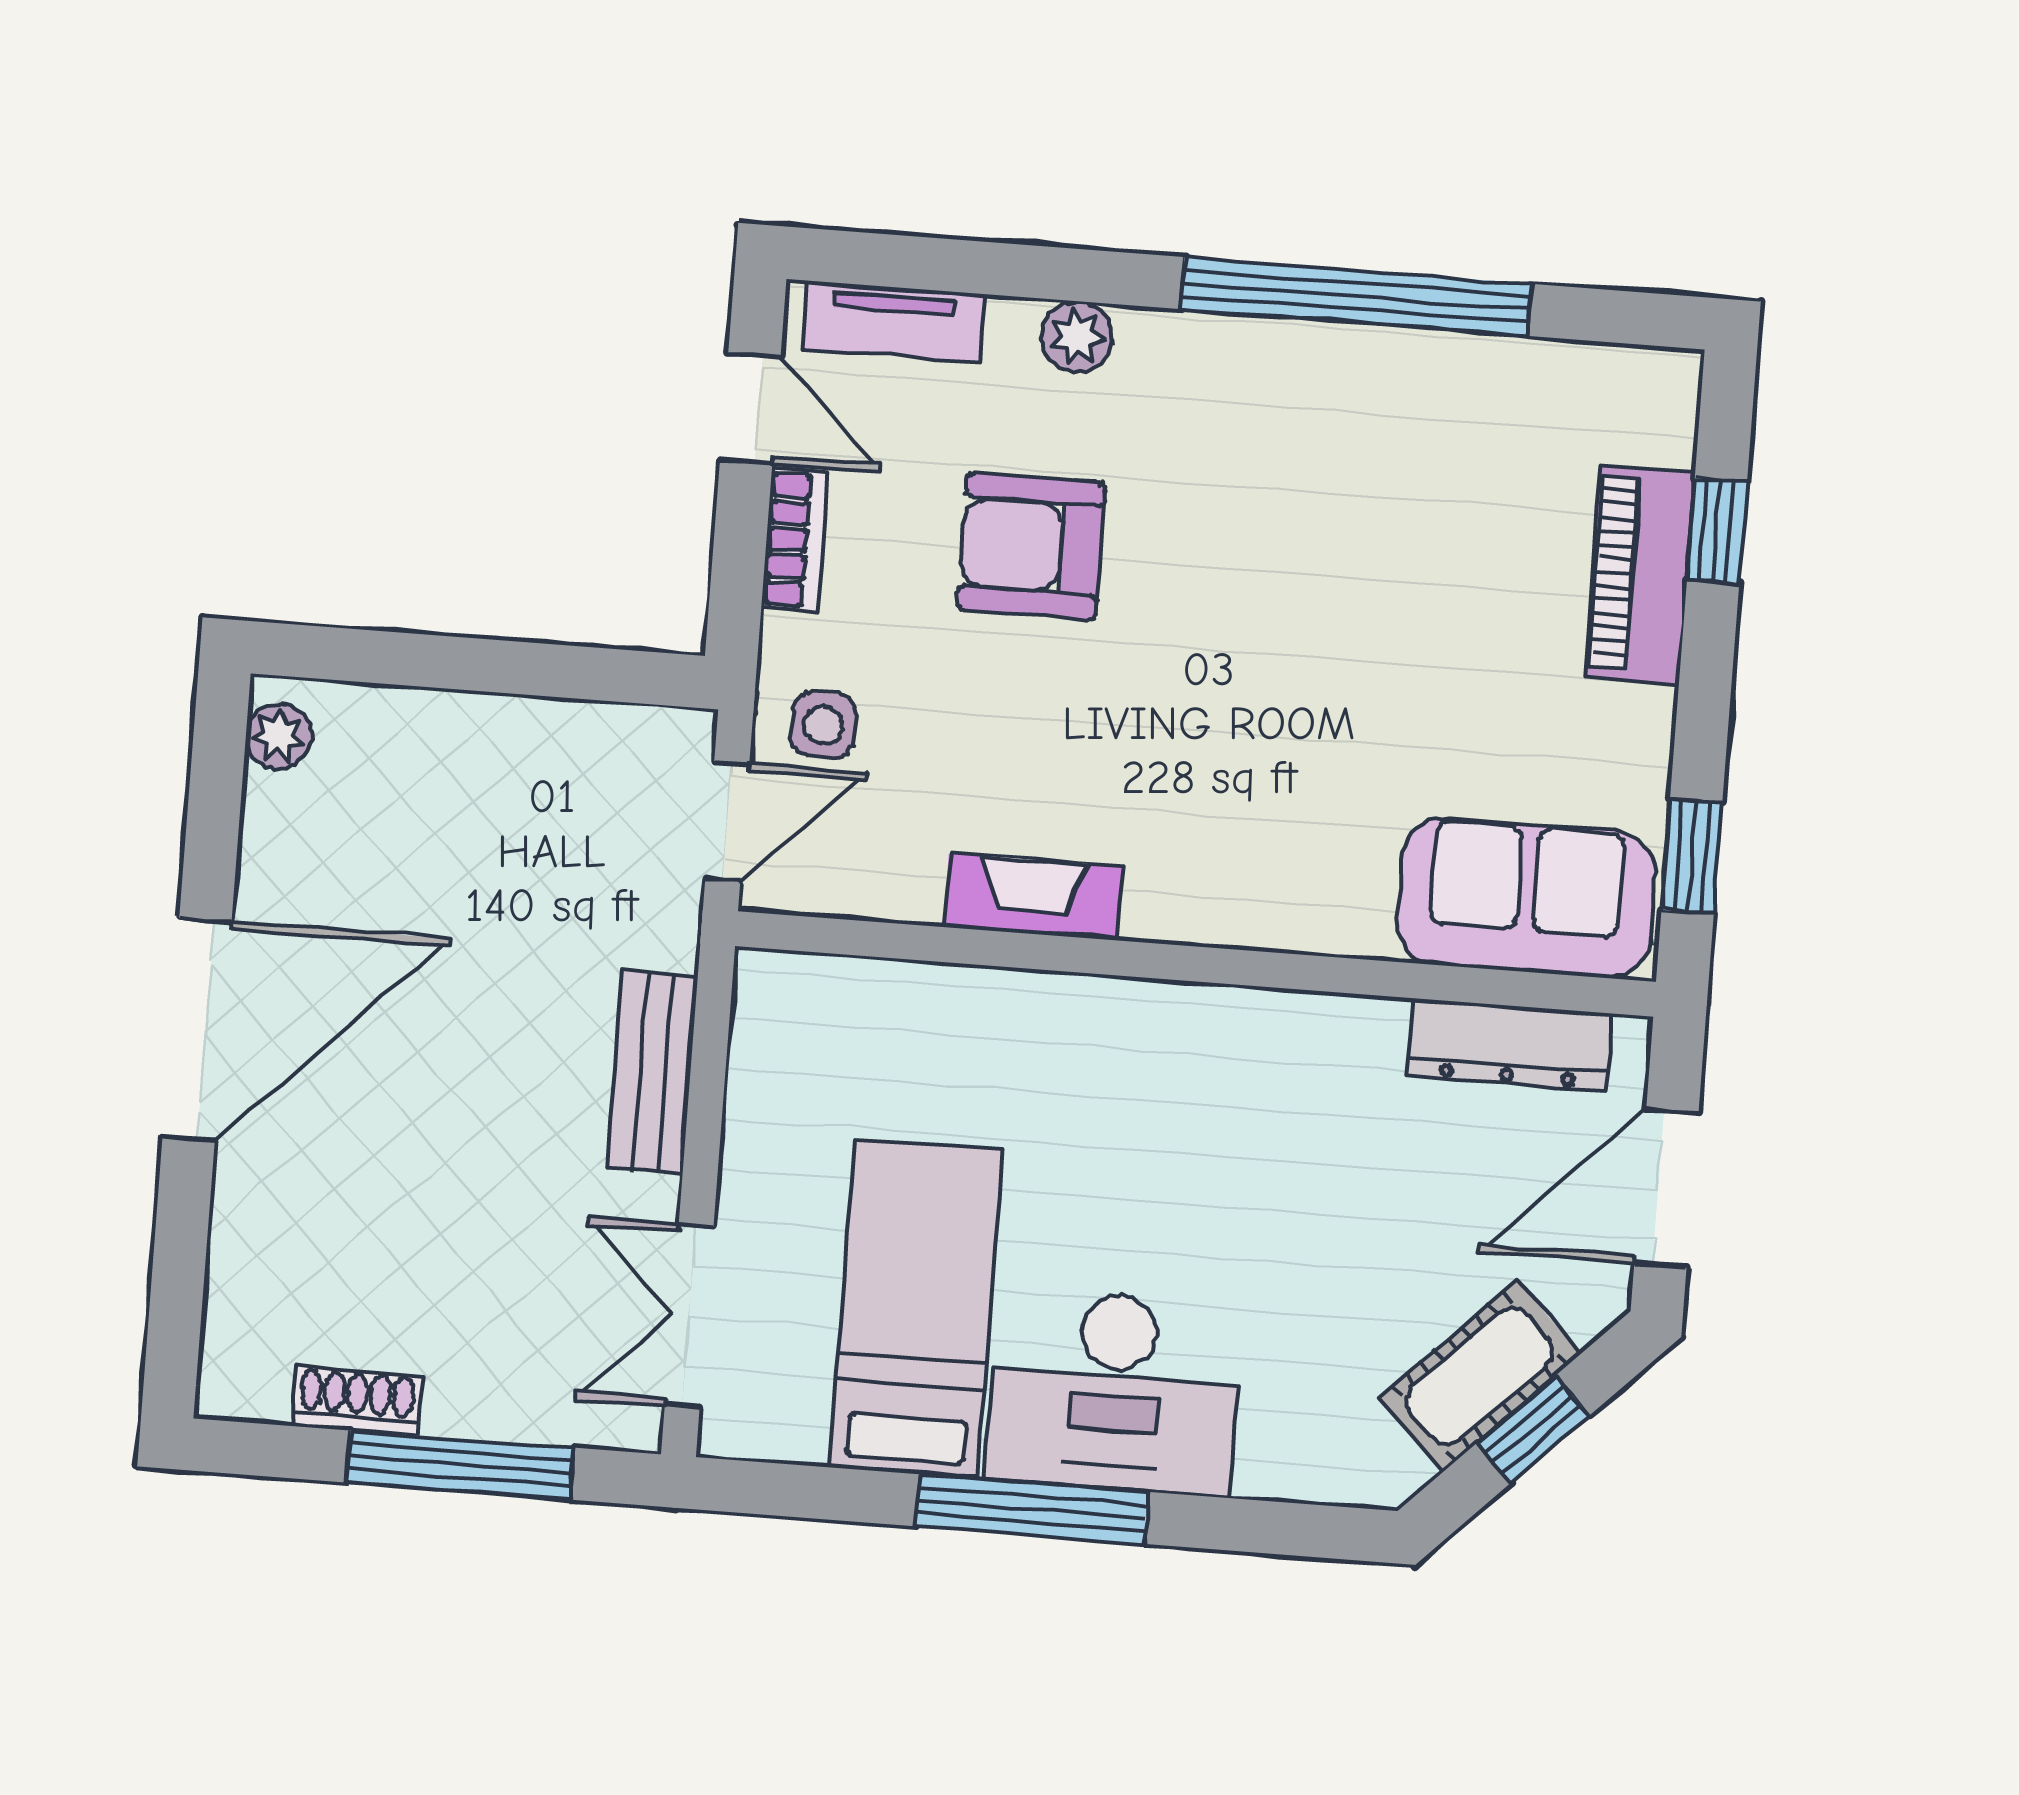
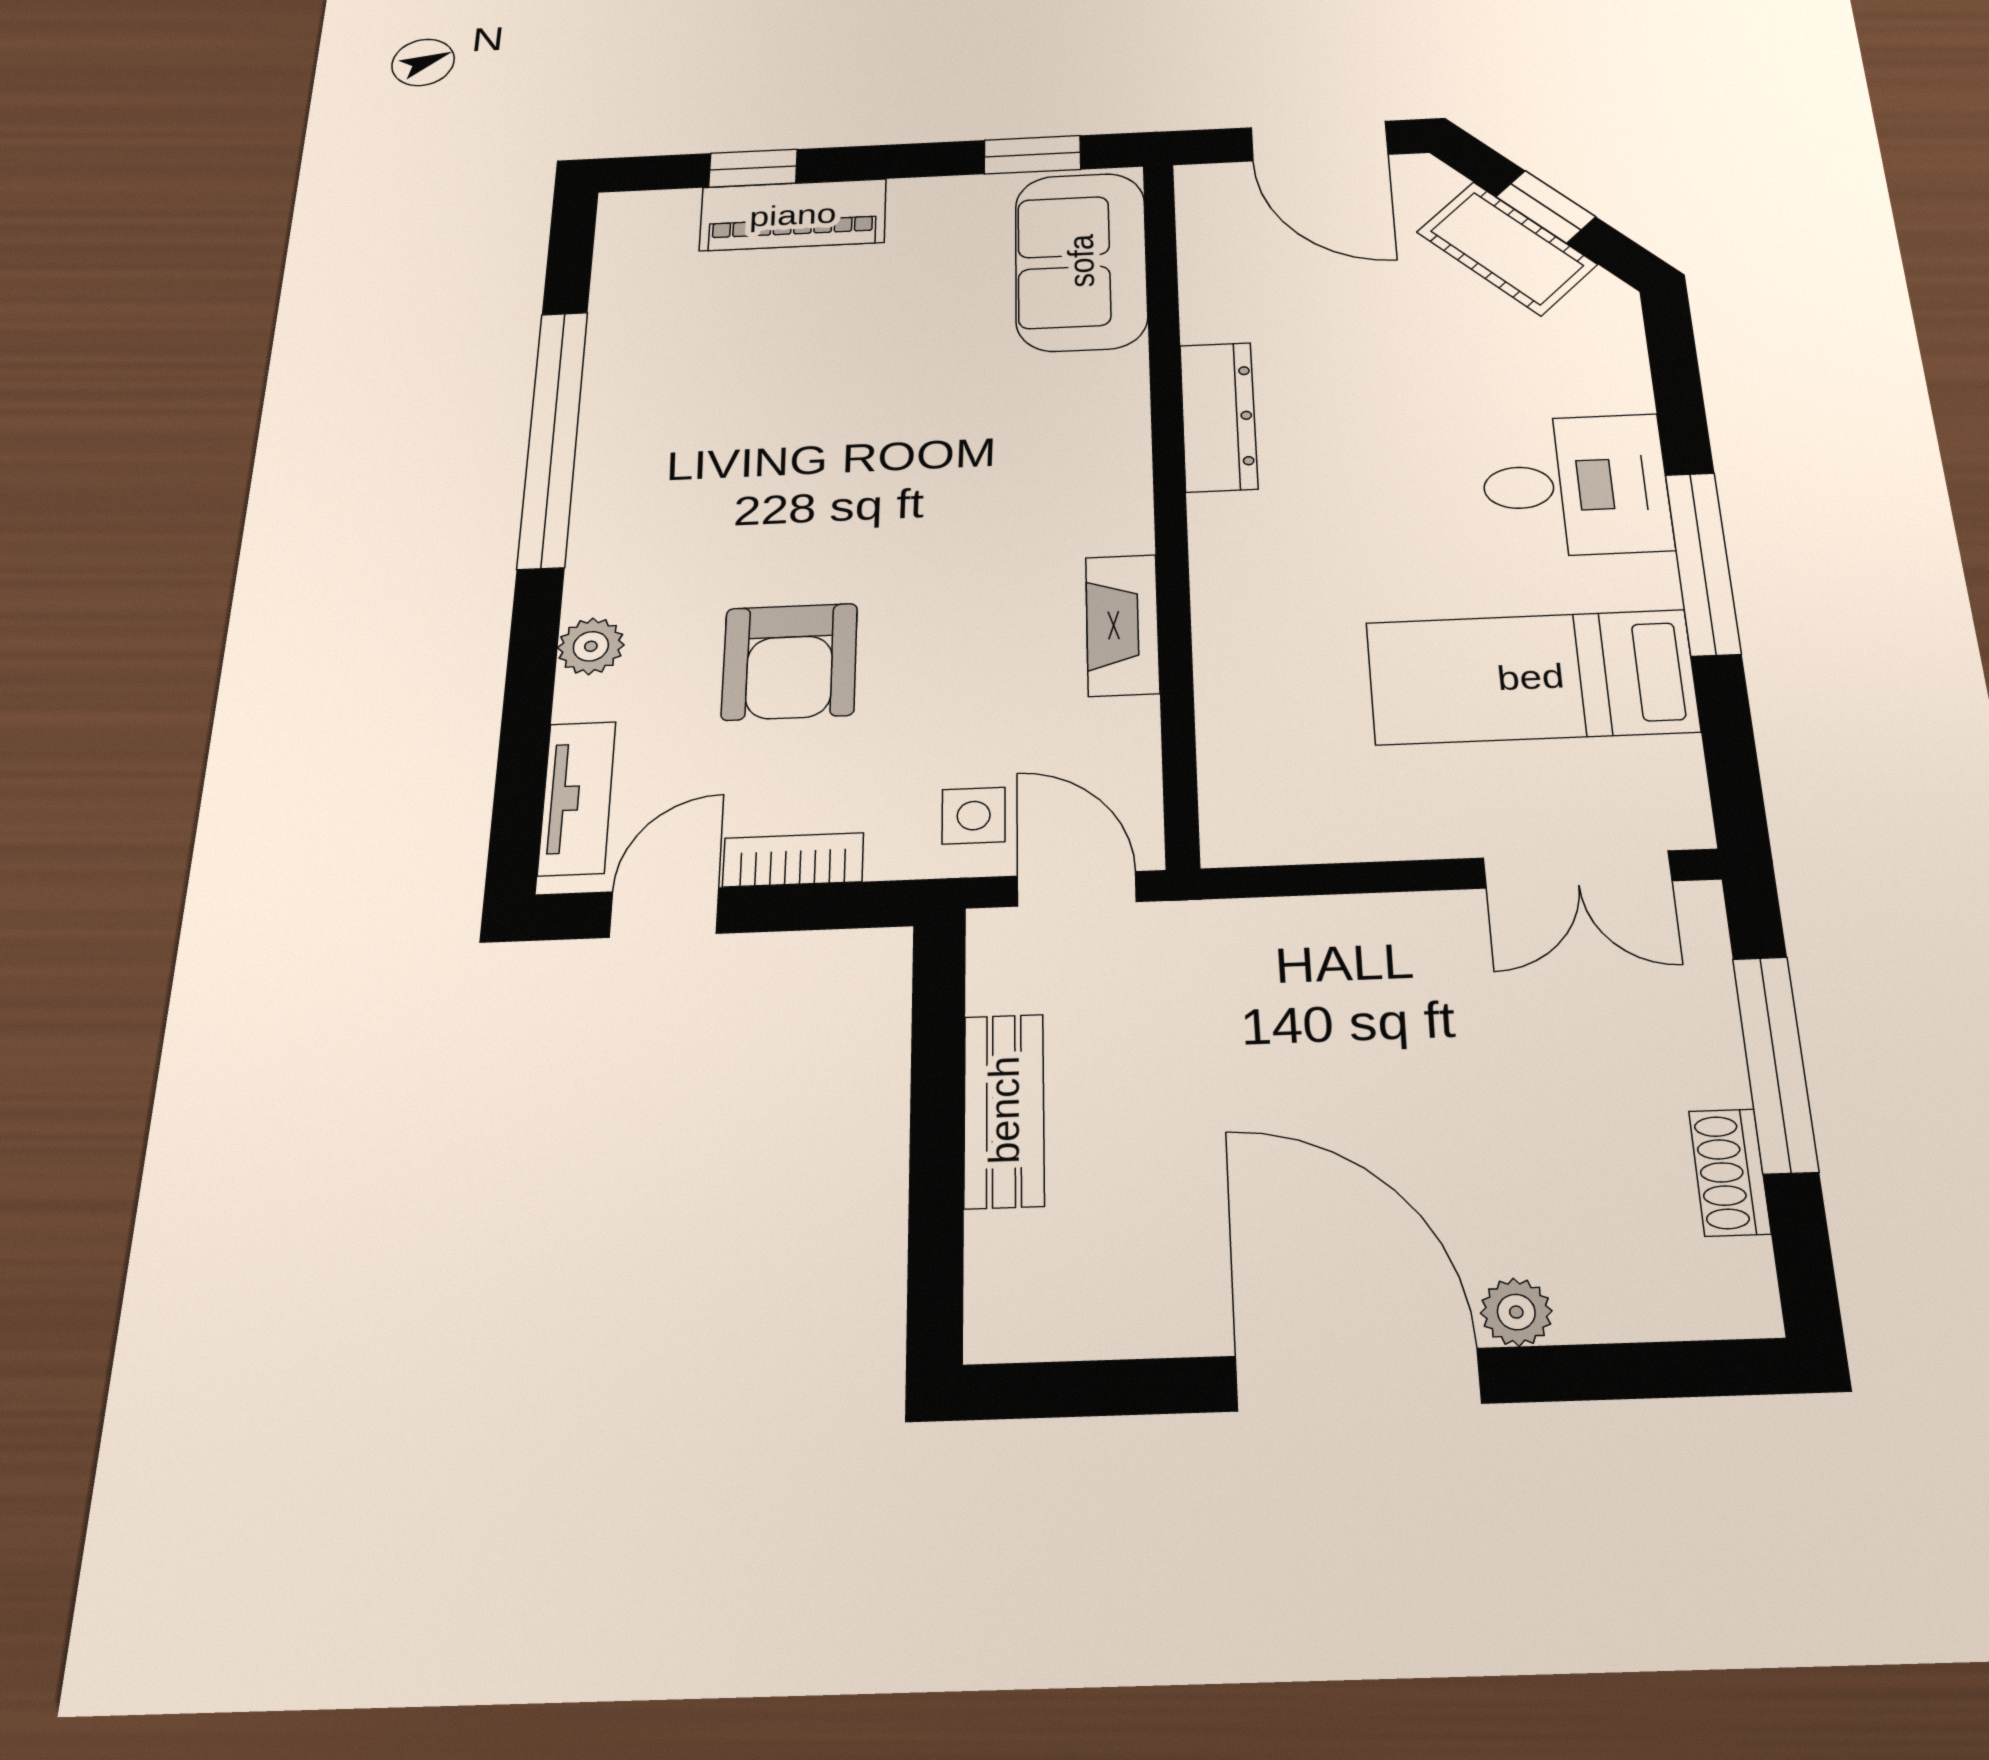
plant: (278, 736) -> (1516, 1312), moved
dresser: (1509, 1045) -> (1218, 417), moved
bench: (652, 1072) -> (1004, 1110), moved, turned 90
desk: (1114, 1392) -> (1575, 485), width x0.73

